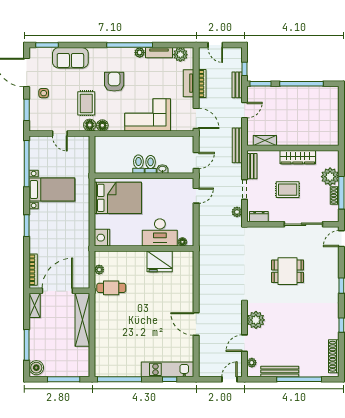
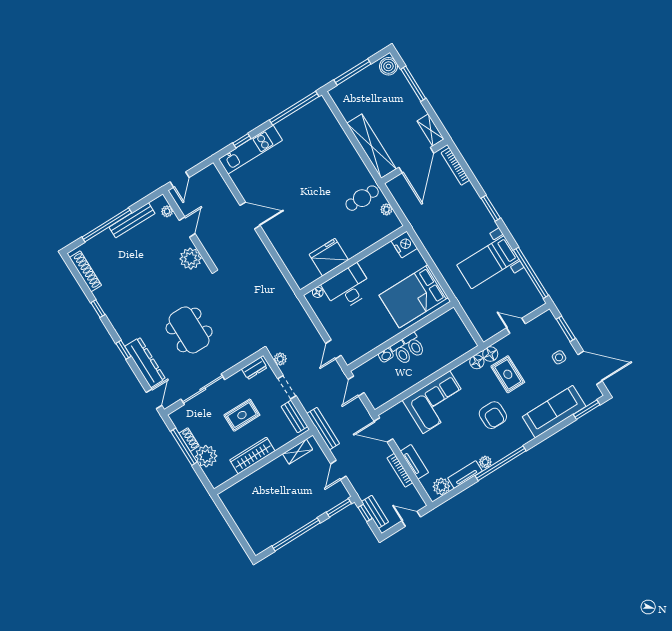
sofa: (70, 58) -> (554, 412), width x1.36
bench: (237, 85) -> (375, 512), moved
dresser: (332, 268) -> (145, 362), added
dining table: (288, 271) -> (189, 330), width x1.38

